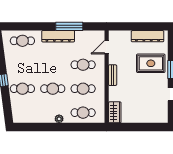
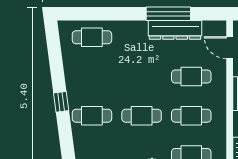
dresser: (58, 36) -> (175, 30), moved
door: (107, 47) -> (230, 48), hinge flipped

